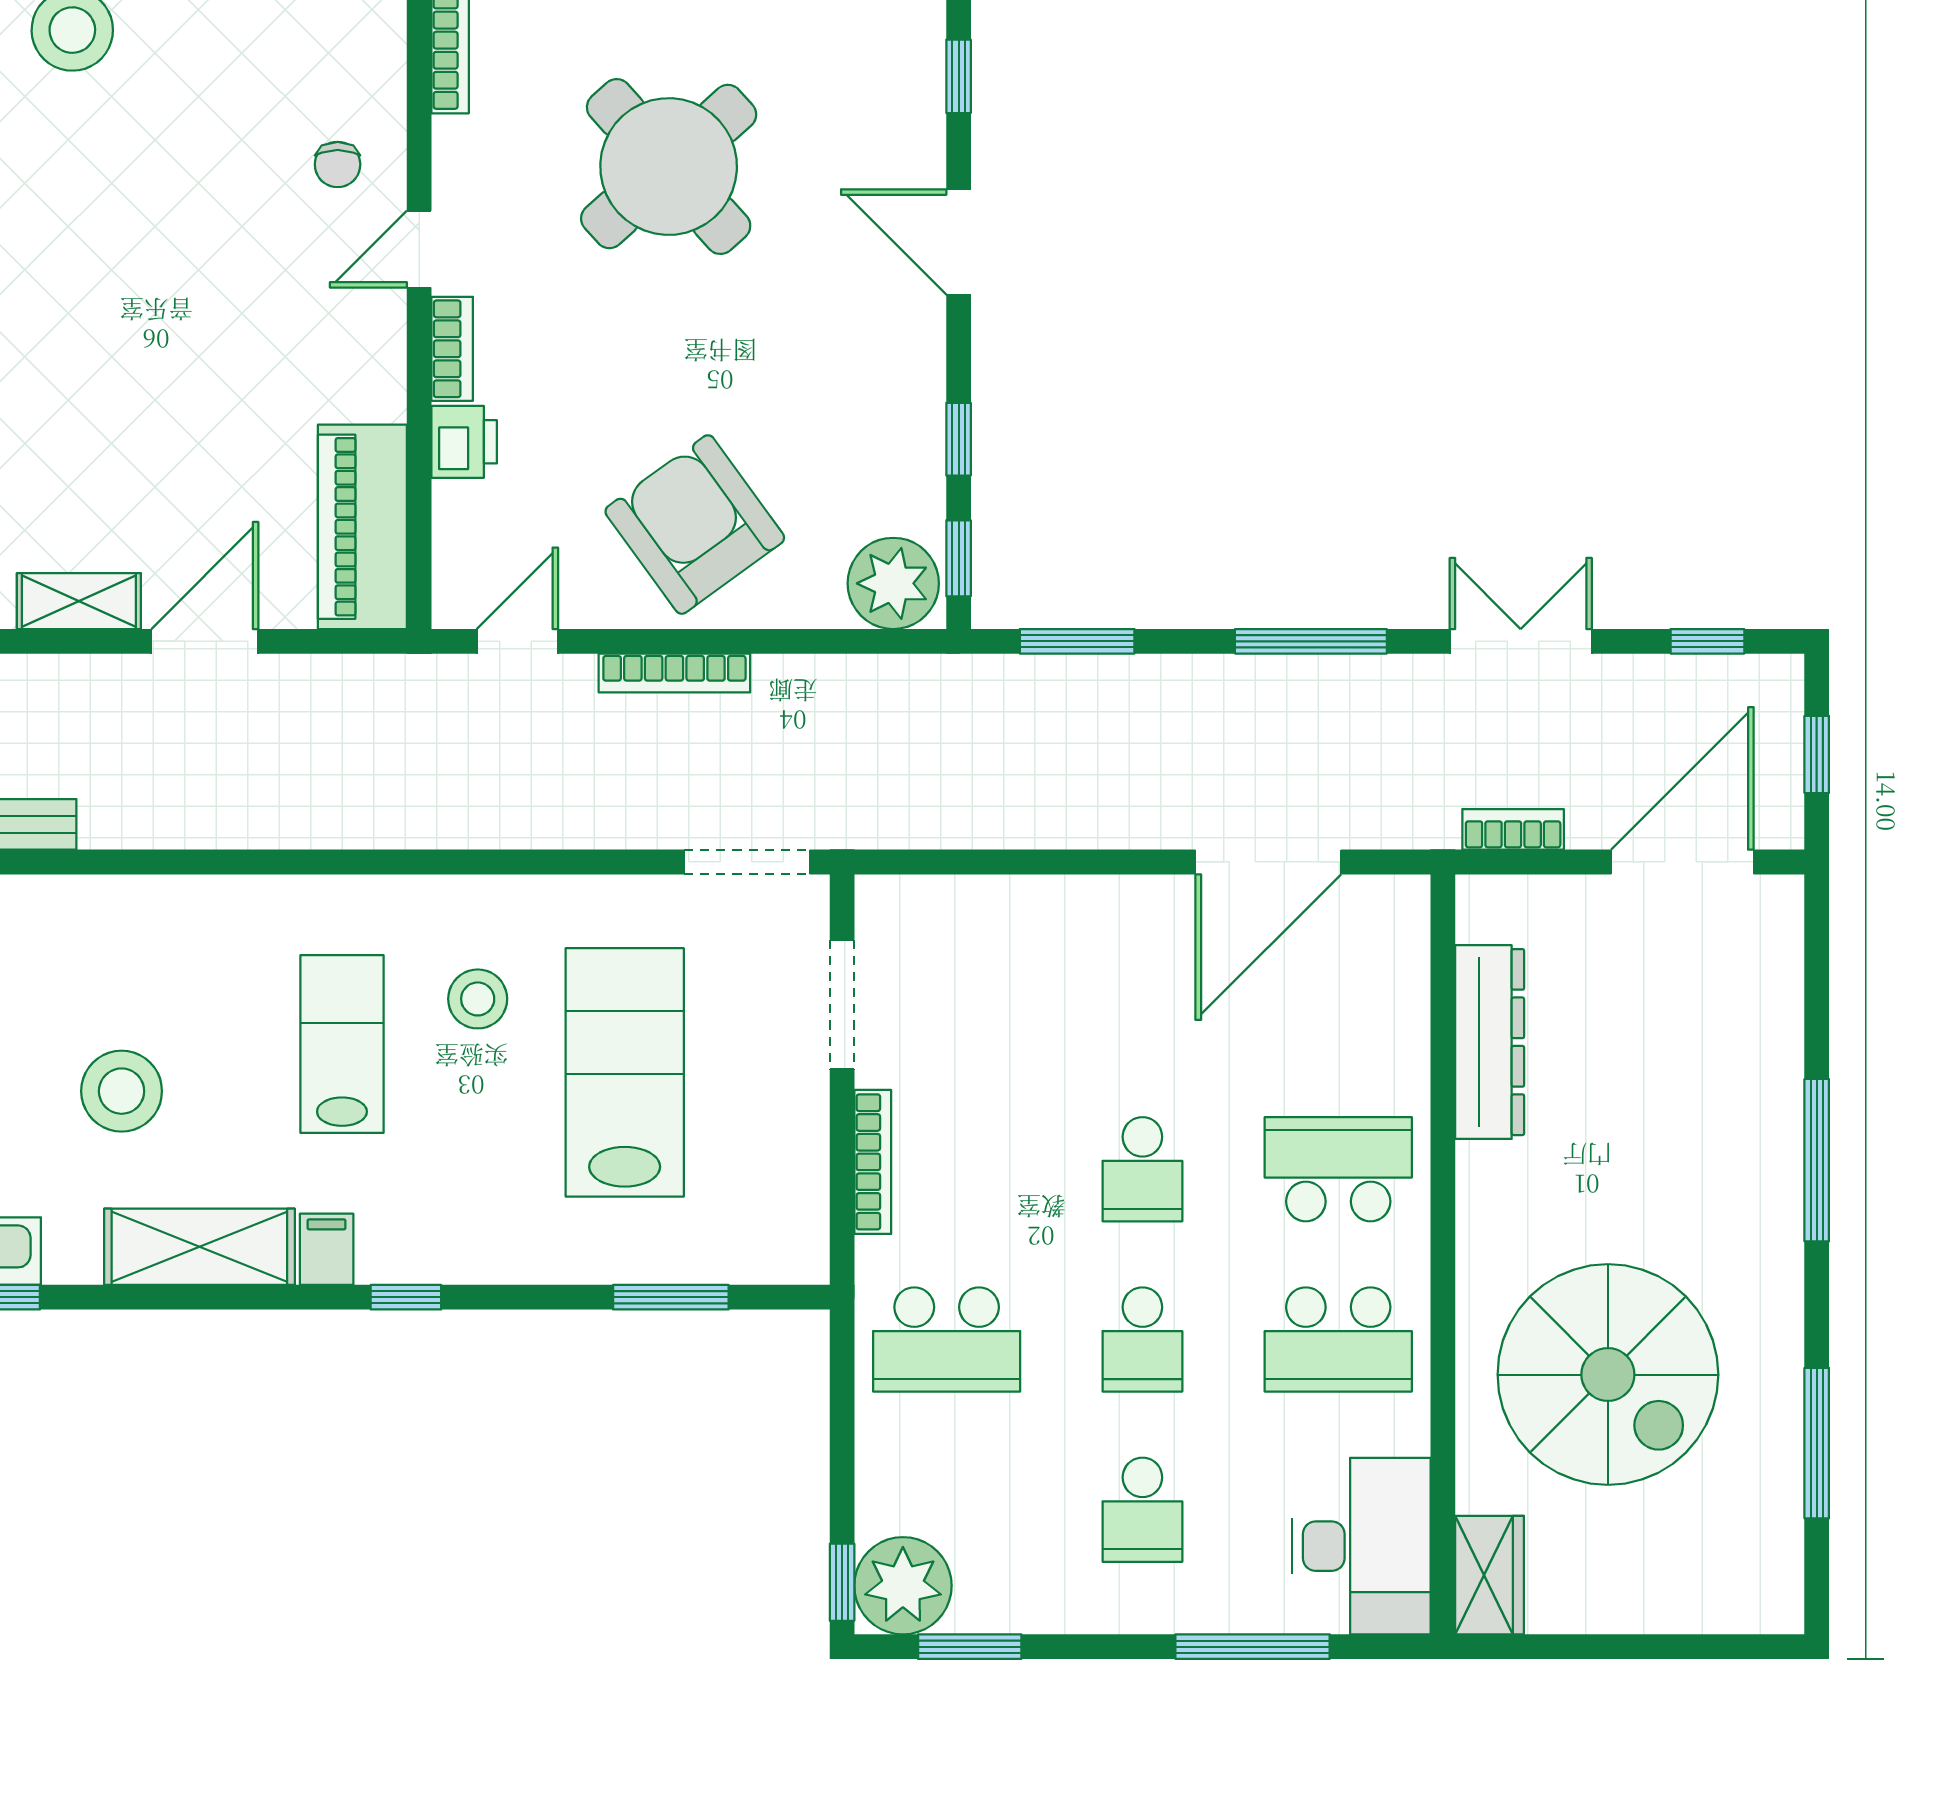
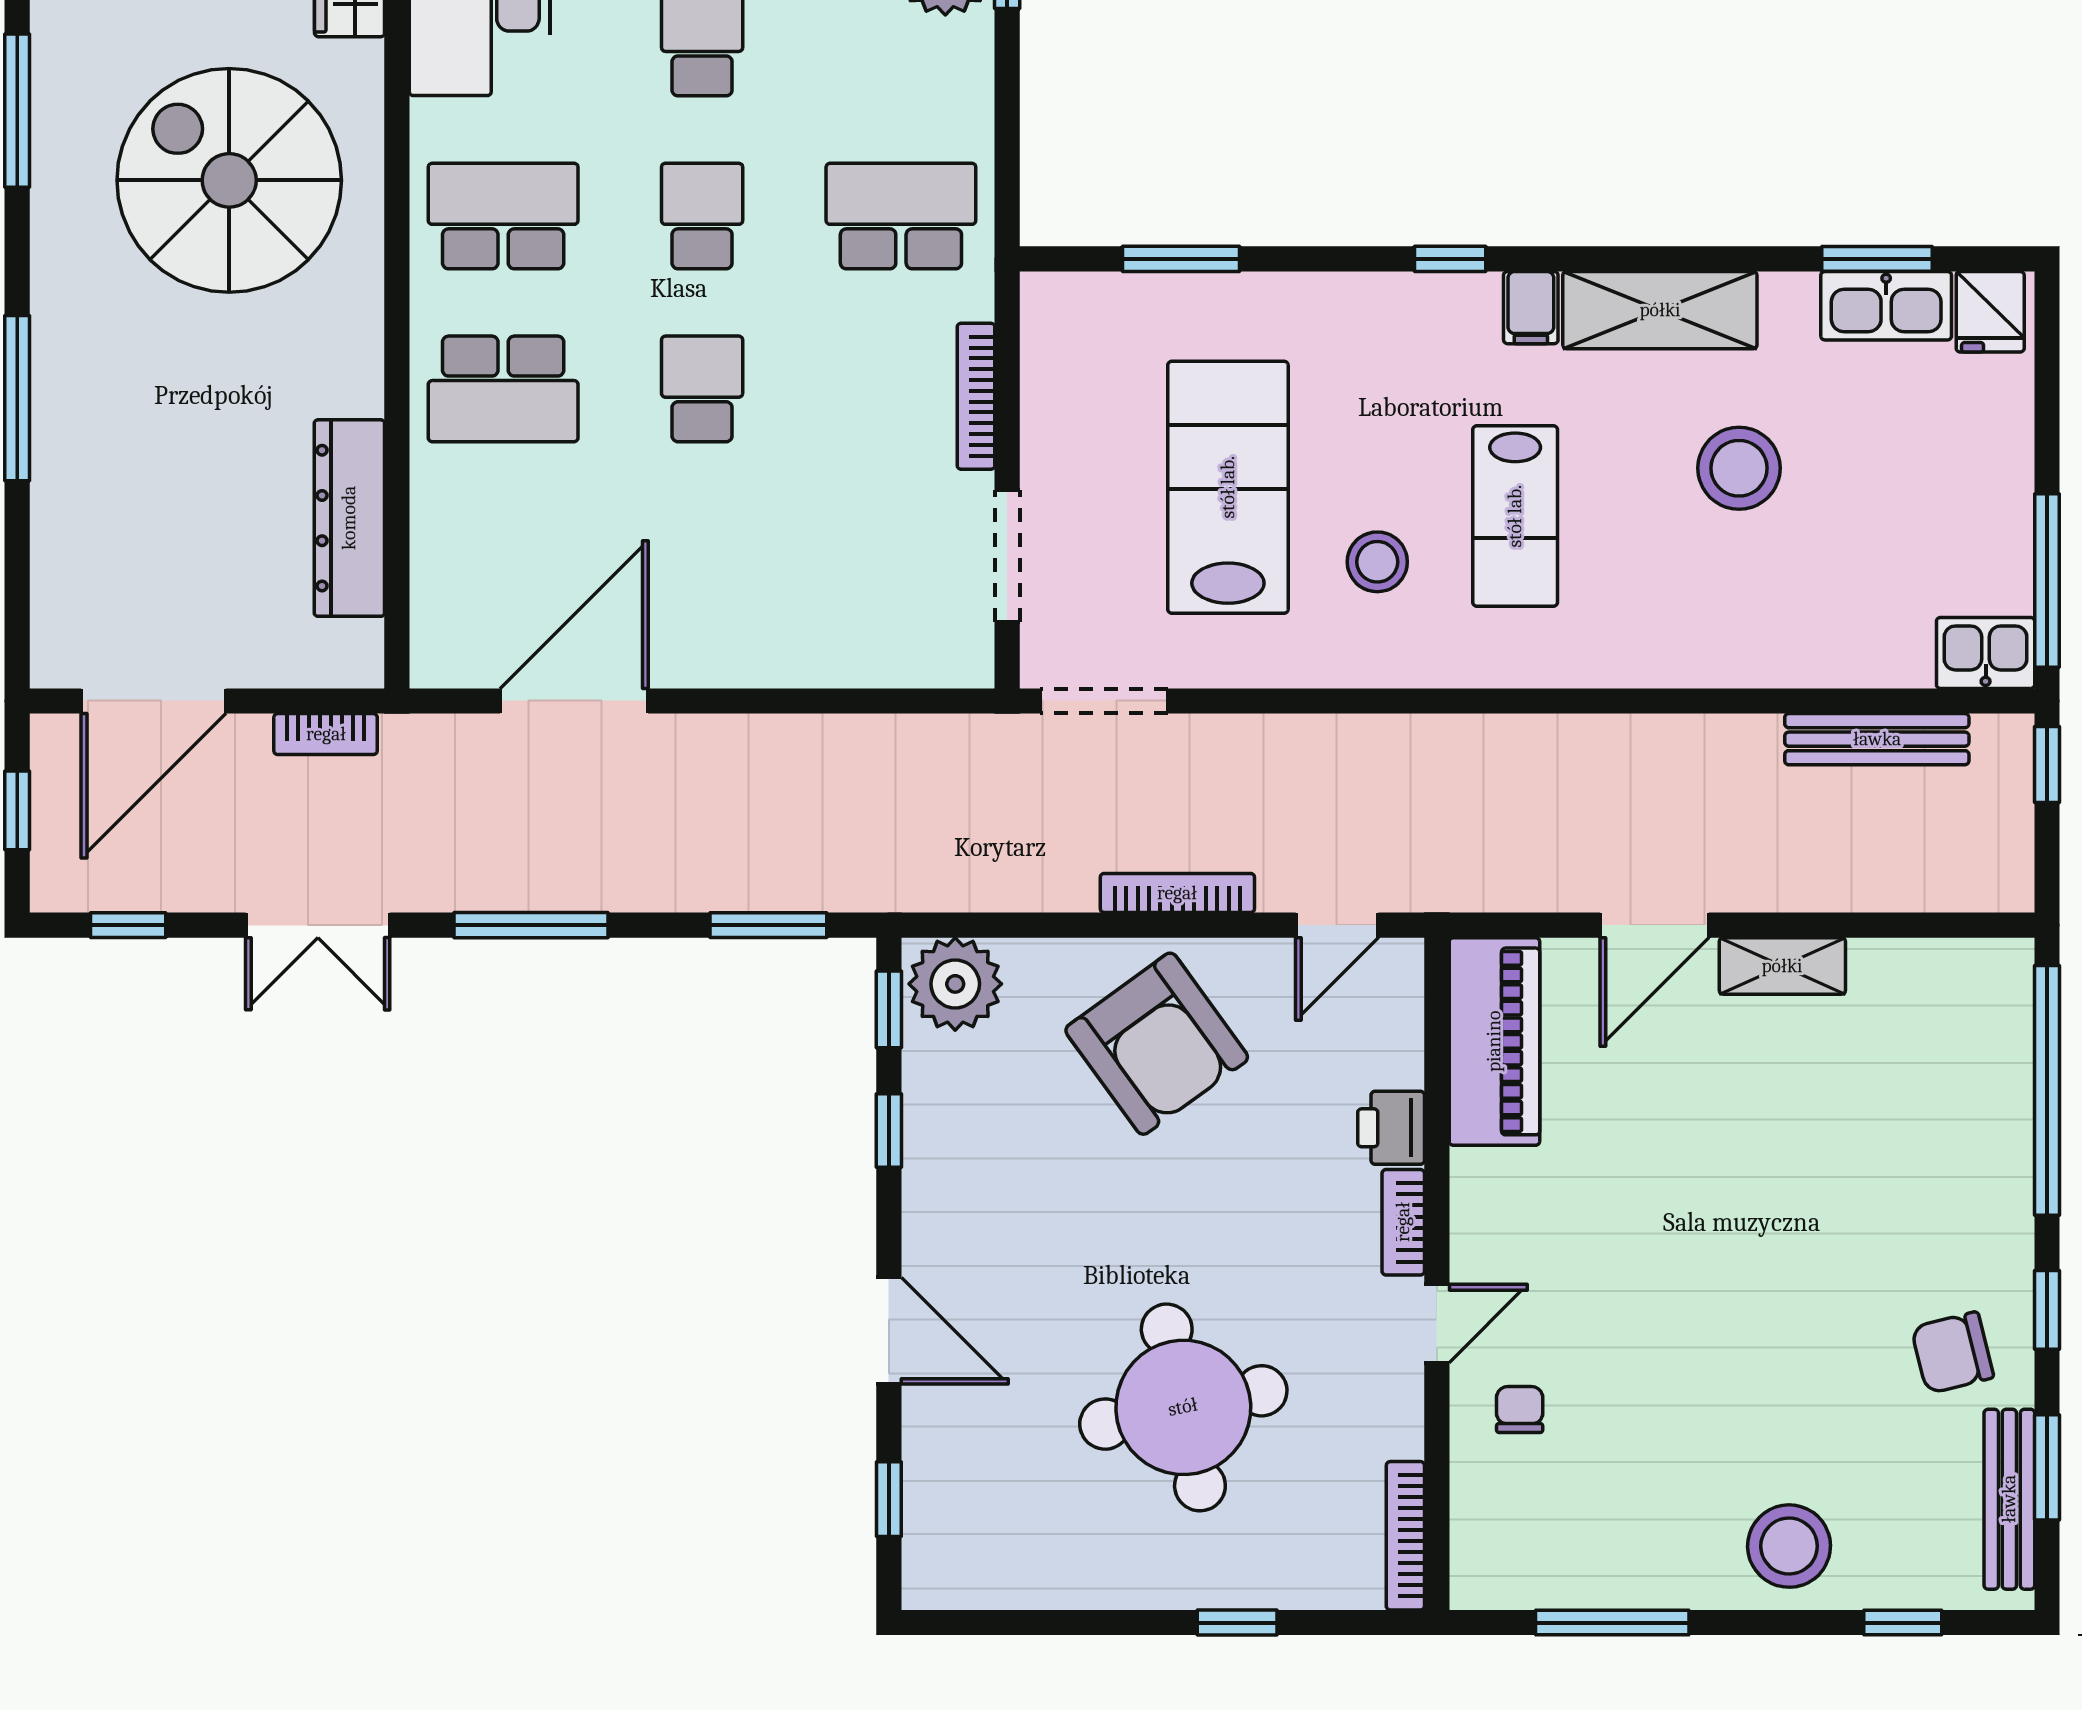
round table: (669, 167) -> (1183, 1407), turned 30
lab bench: (625, 1072) -> (1228, 487), turned 180

